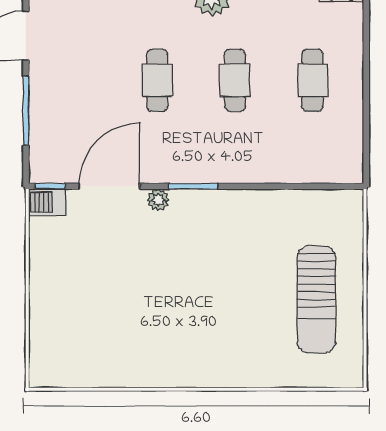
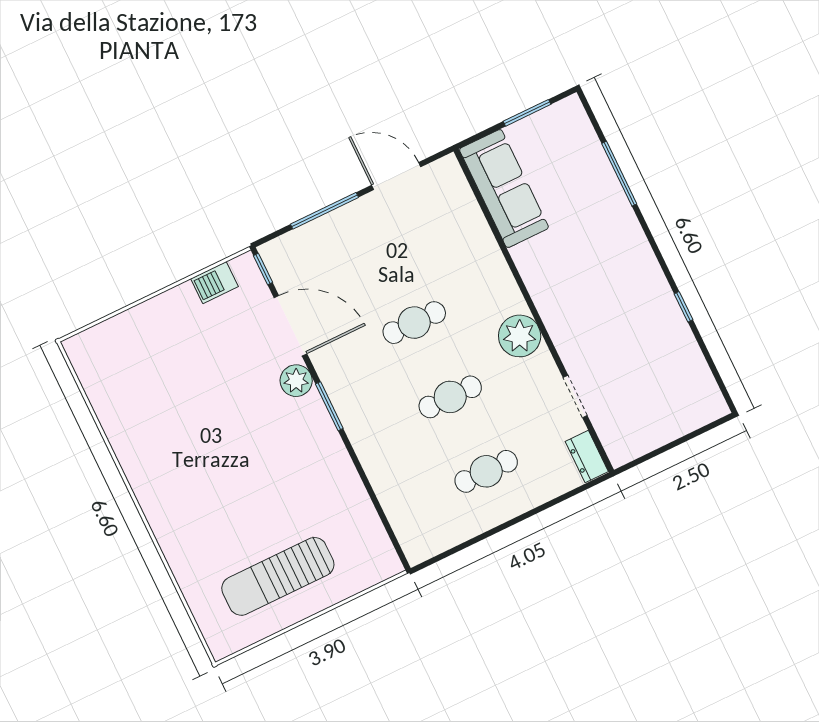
plant: (158, 200) -> (296, 381), width x1.38, depth x1.38
barbecue: (47, 202) -> (214, 283), moved, turned -90

